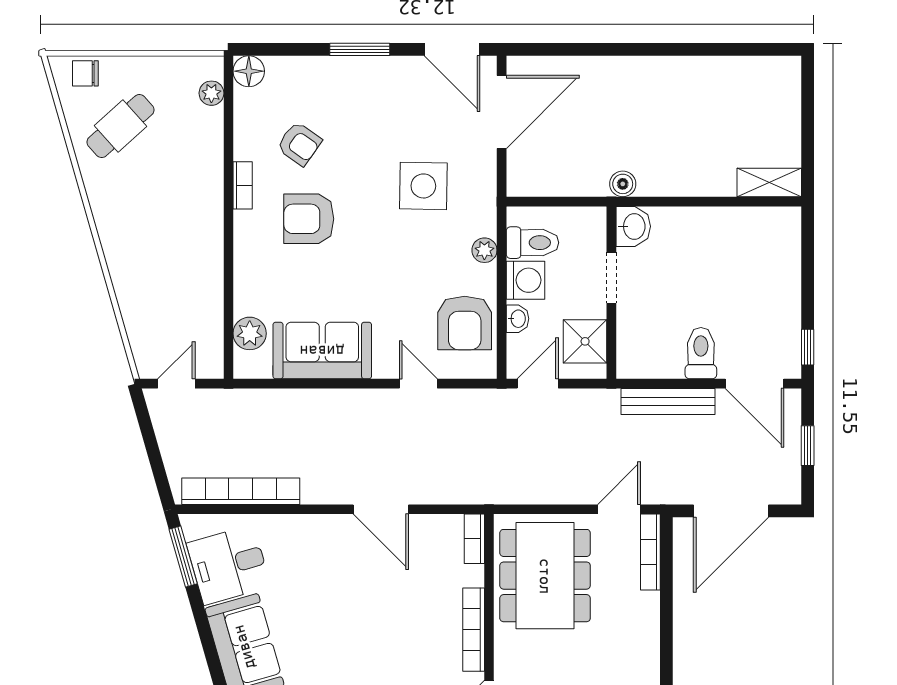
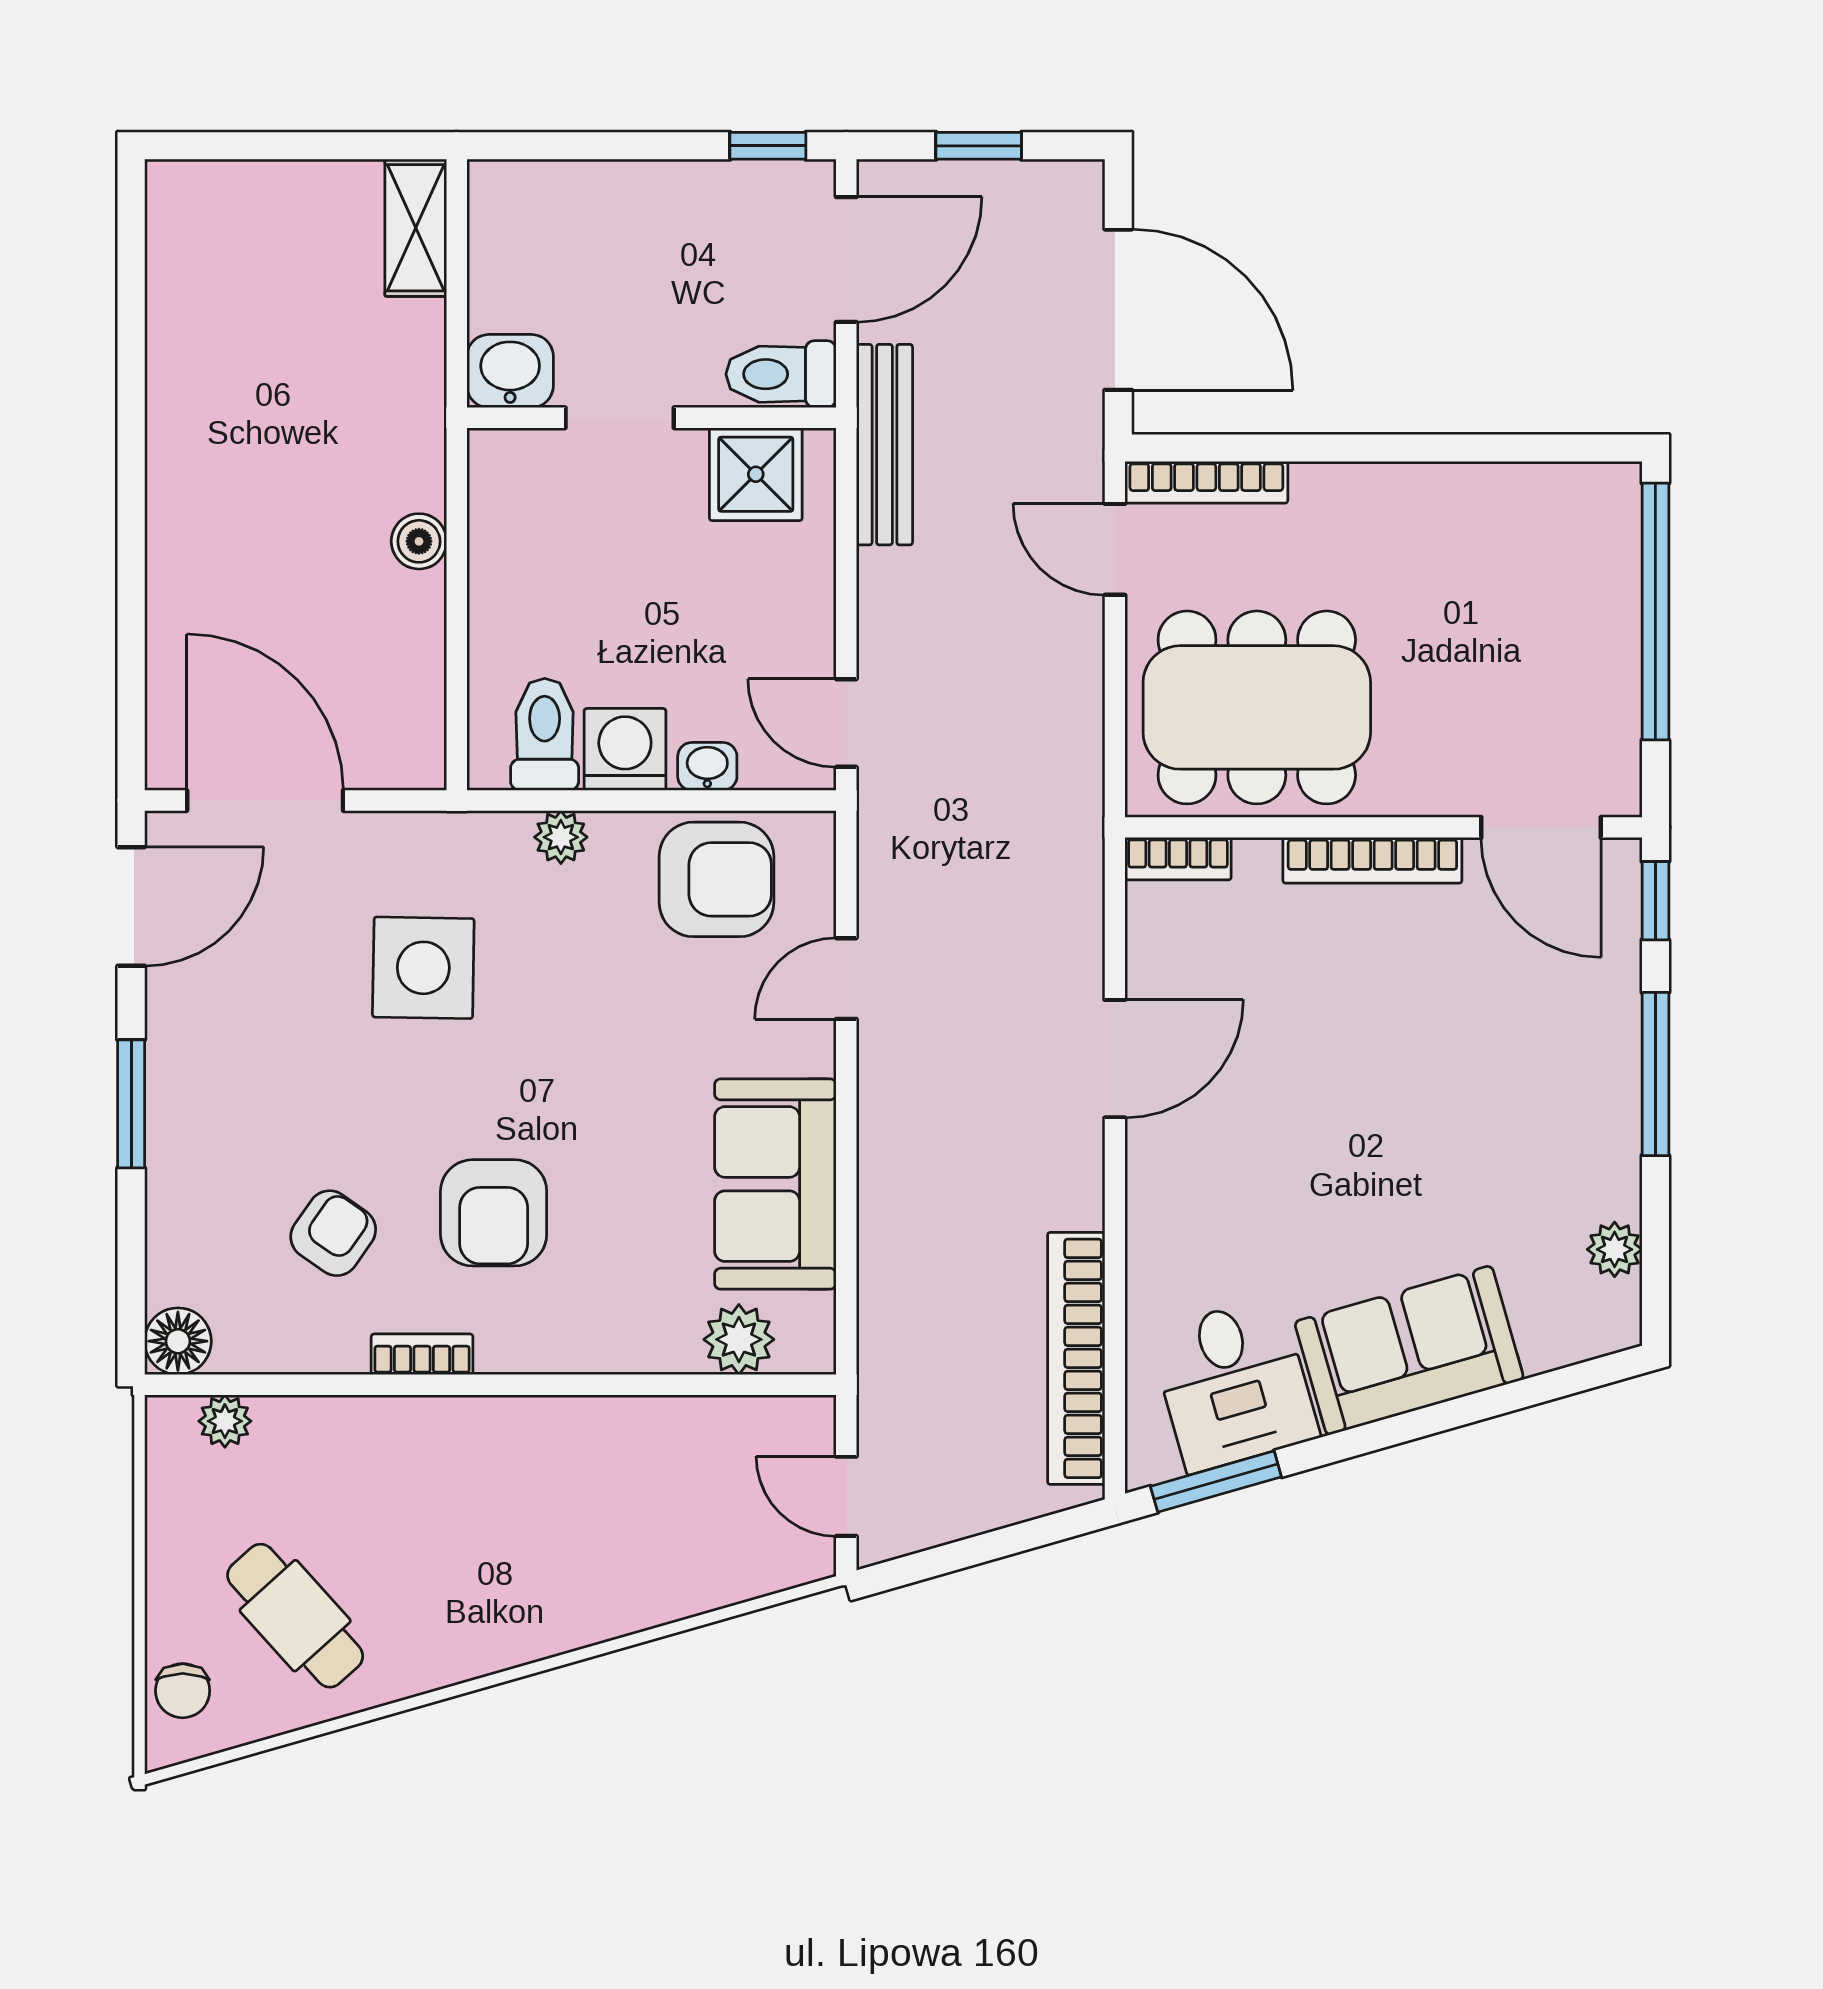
washbasin: (633, 226) -> (510, 371), moved
doorway: (611, 278) -> (620, 418), moved
wall: (611, 293) -> (652, 418), moved
shower: (585, 341) -> (756, 474), moved

